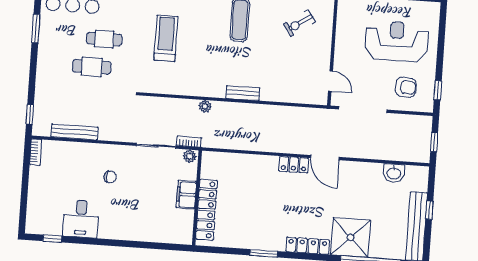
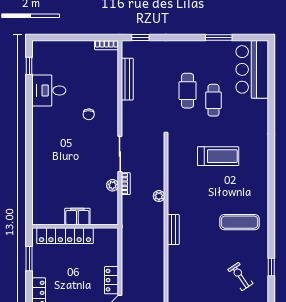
filing cabinet: (186, 195) -> (77, 216), moved
wall: (197, 198) -> (75, 226), moved
locker: (207, 210) -> (65, 236), moved

